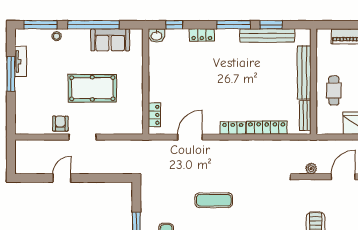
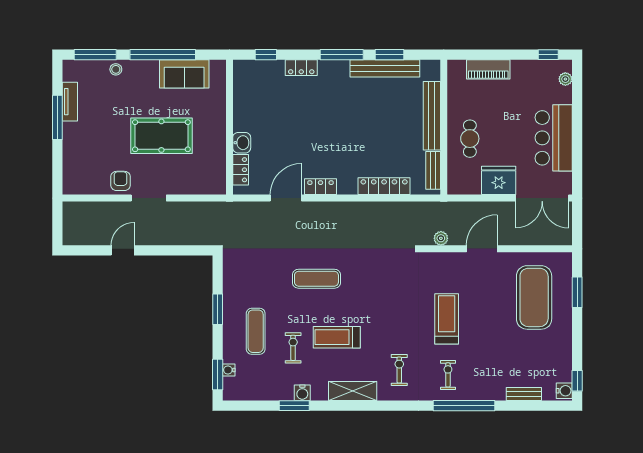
washbasin: (156, 36) -> (242, 143), moved, turned -90
locker: (233, 128) -> (321, 187), moved

